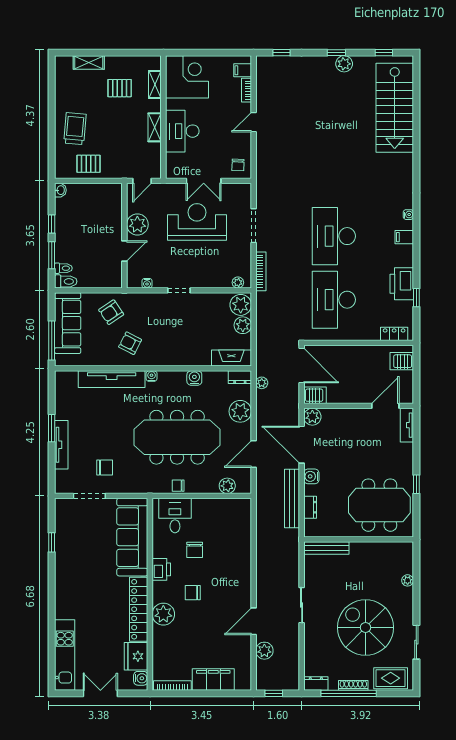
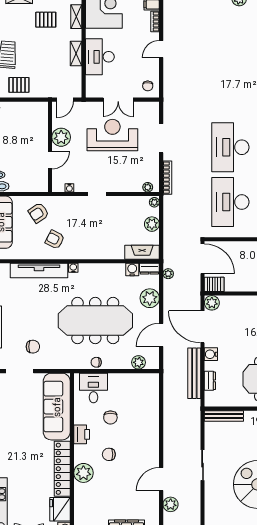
plant: (241, 305) -> (154, 202), width x0.53, depth x0.53
water cooler: (194, 378) -> (132, 270), moved

